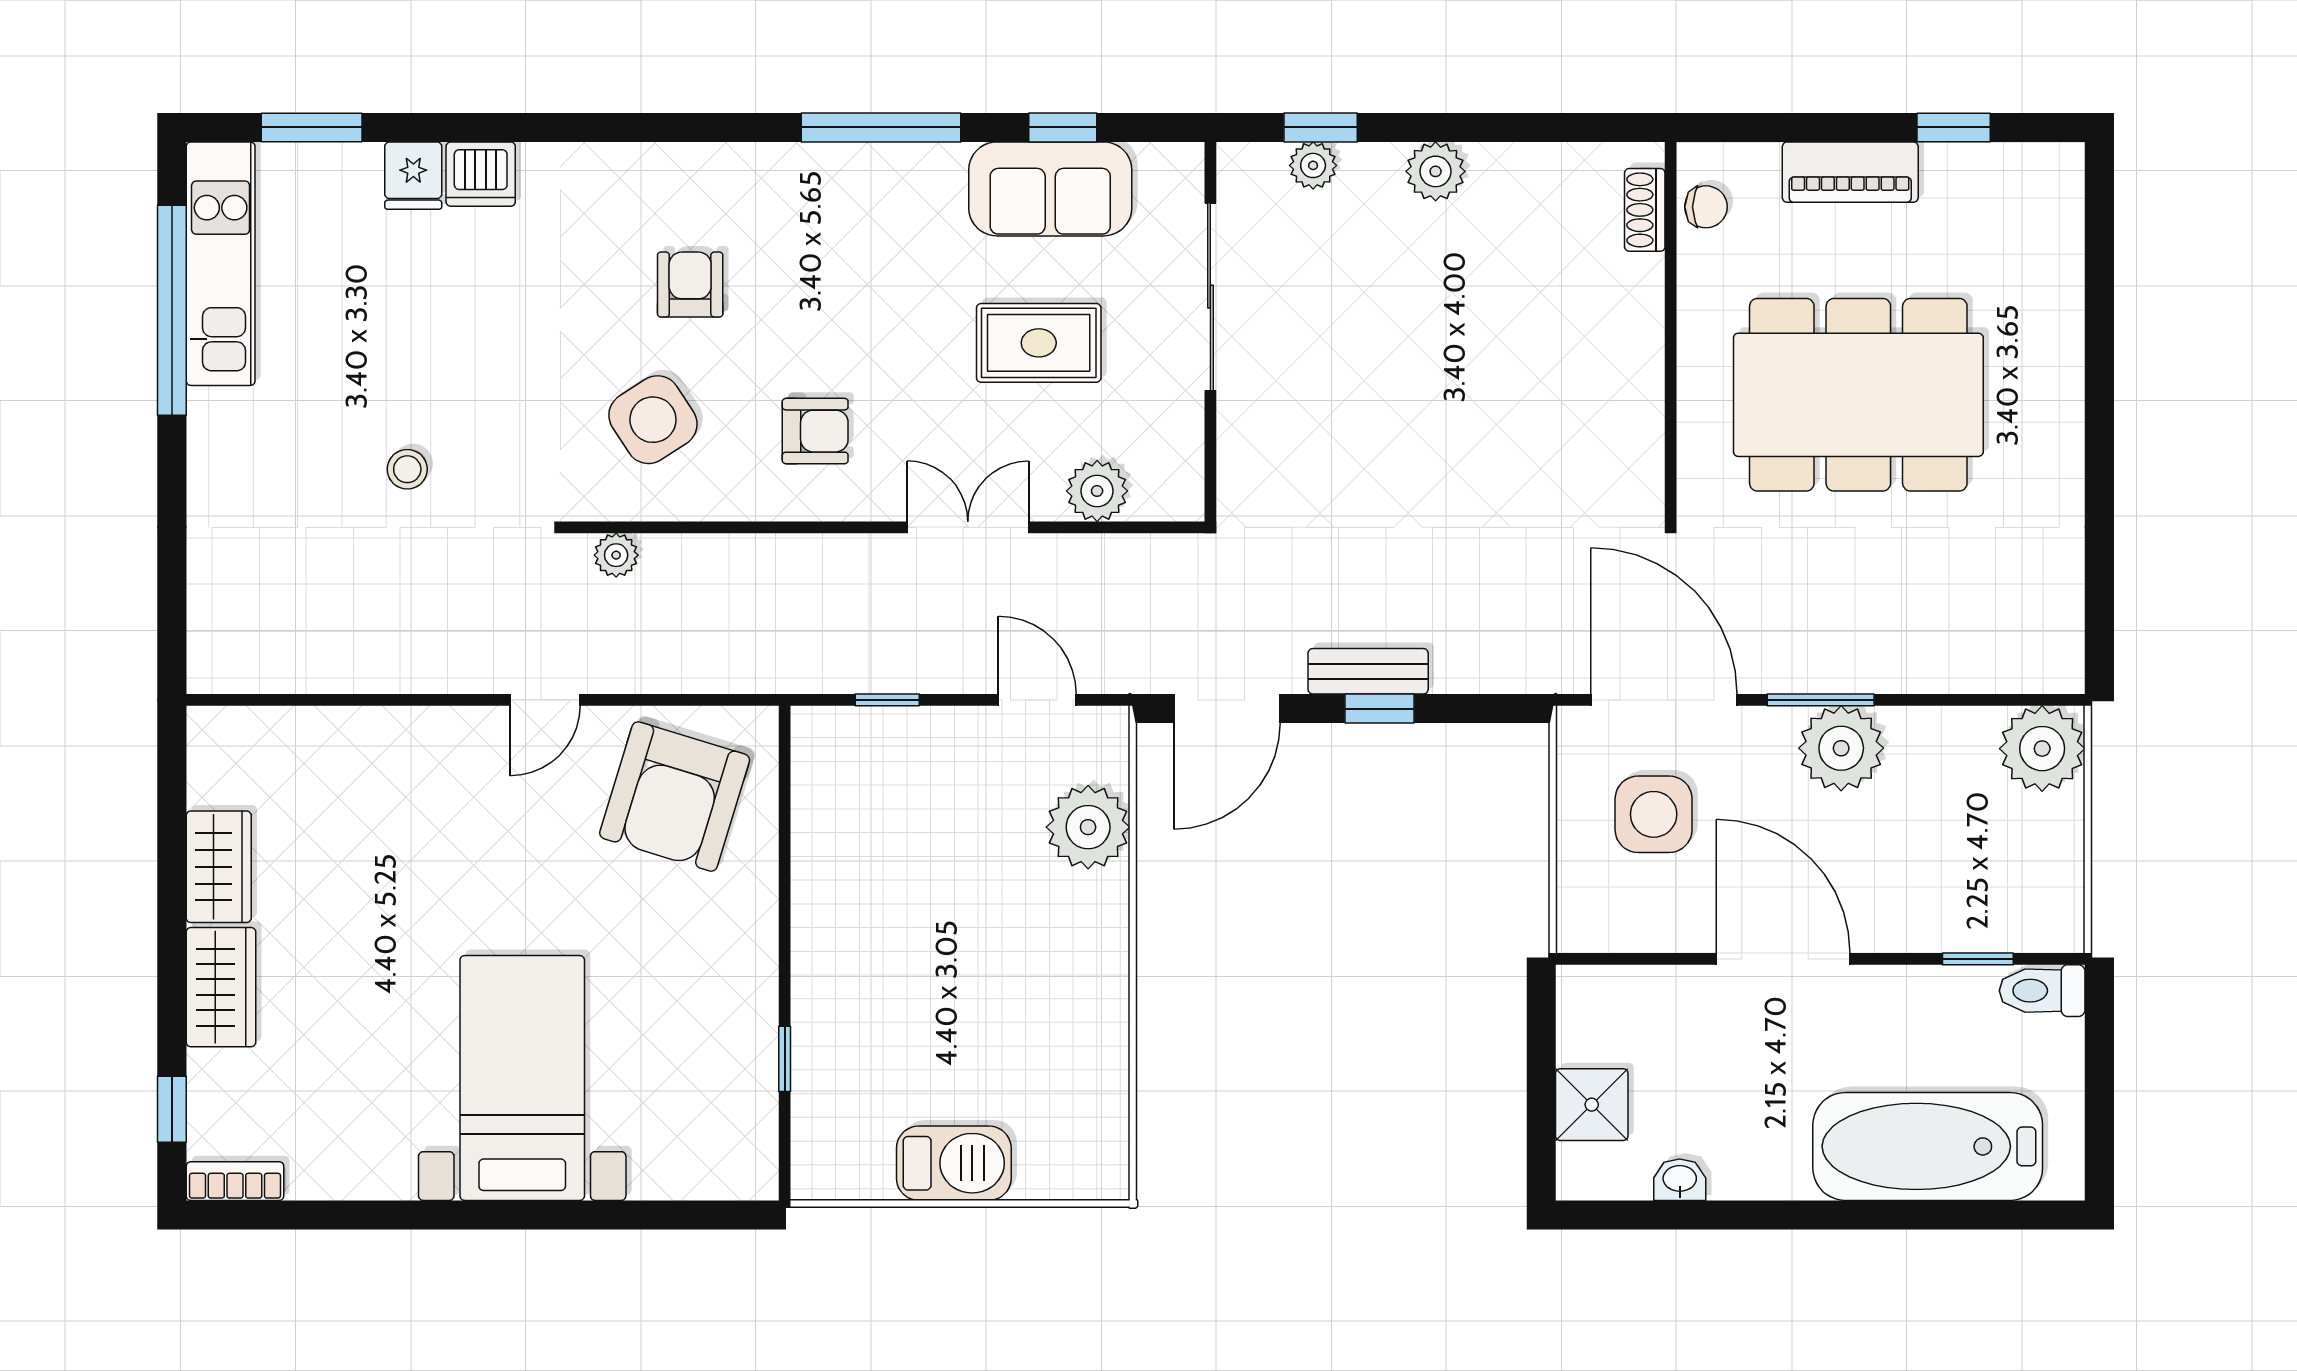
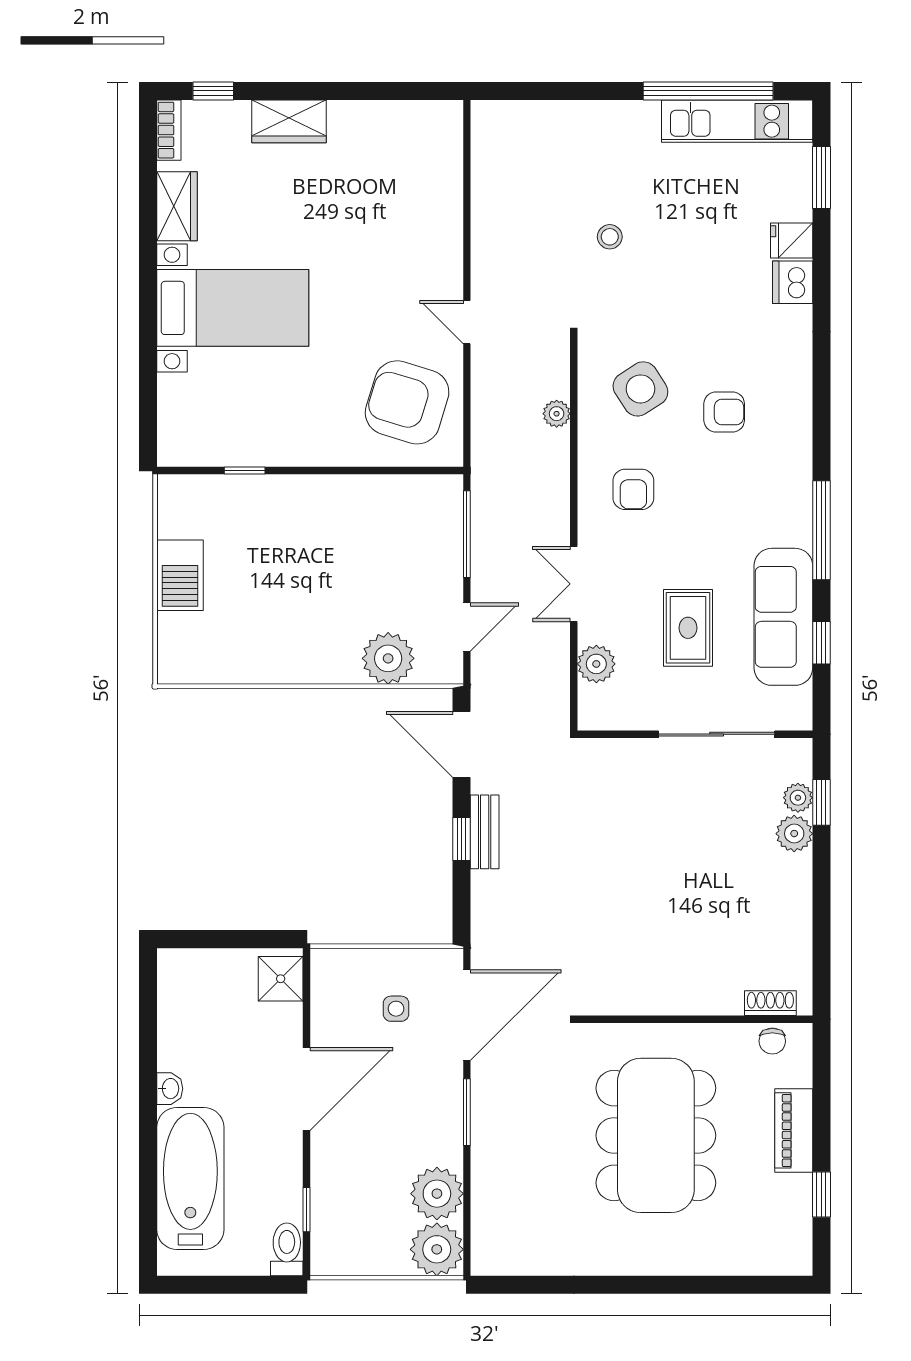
plant: (1436, 171) -> (794, 834), moved
sofa: (1050, 189) -> (783, 617), width x1.36
double door: (968, 527) -> (574, 584), swing flipped
plant: (616, 555) -> (557, 414), moved
window: (887, 700) -> (467, 534), width x2.17
plant: (1841, 748) -> (437, 1194), moved
side table: (1654, 814) -> (396, 1009), width x0.54, depth x0.54
wardrobe: (219, 867) -> (177, 206), moved, turned -90
shower: (1592, 1105) -> (281, 979), moved
washbasin: (1680, 1180) -> (170, 1089), moved

